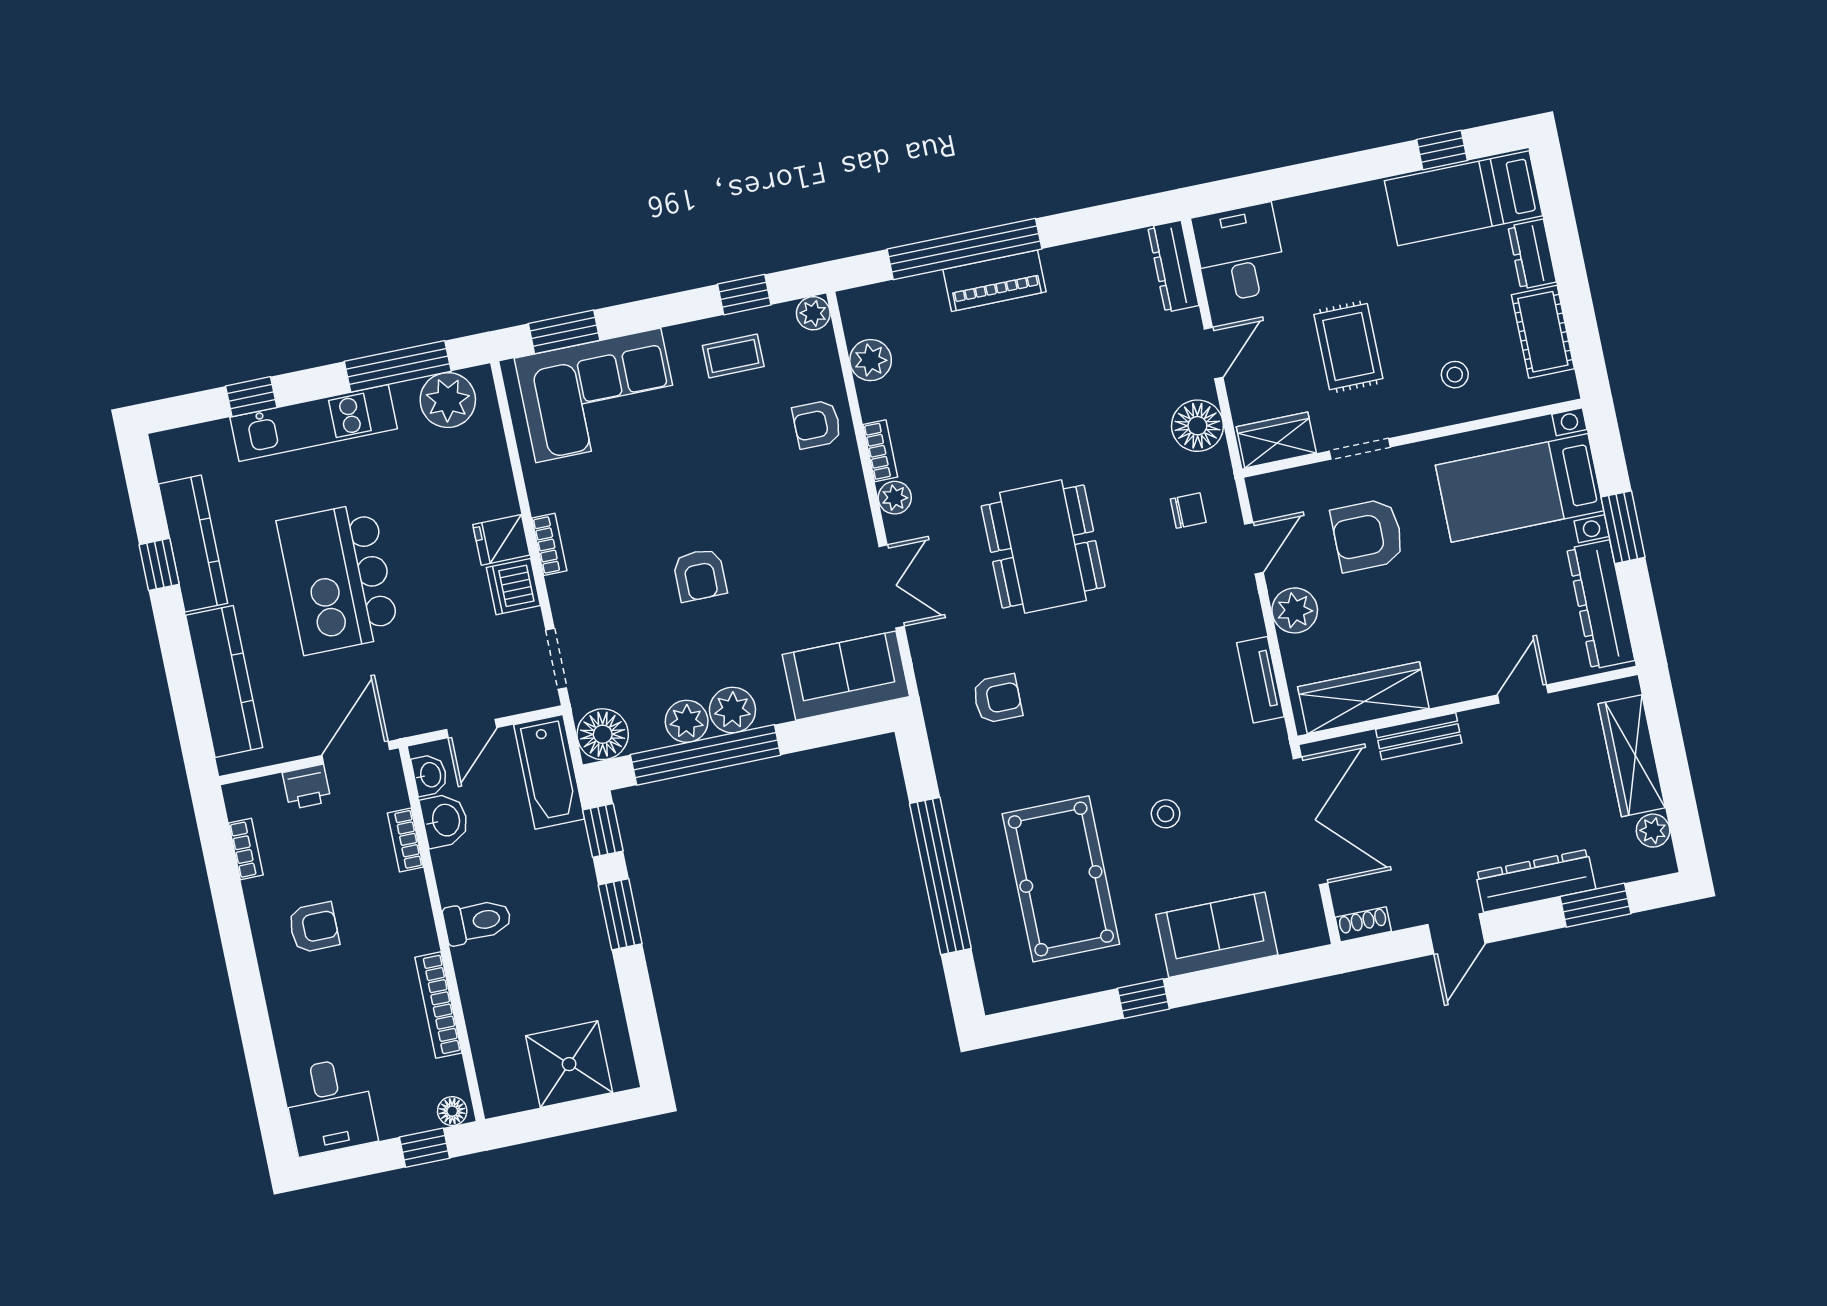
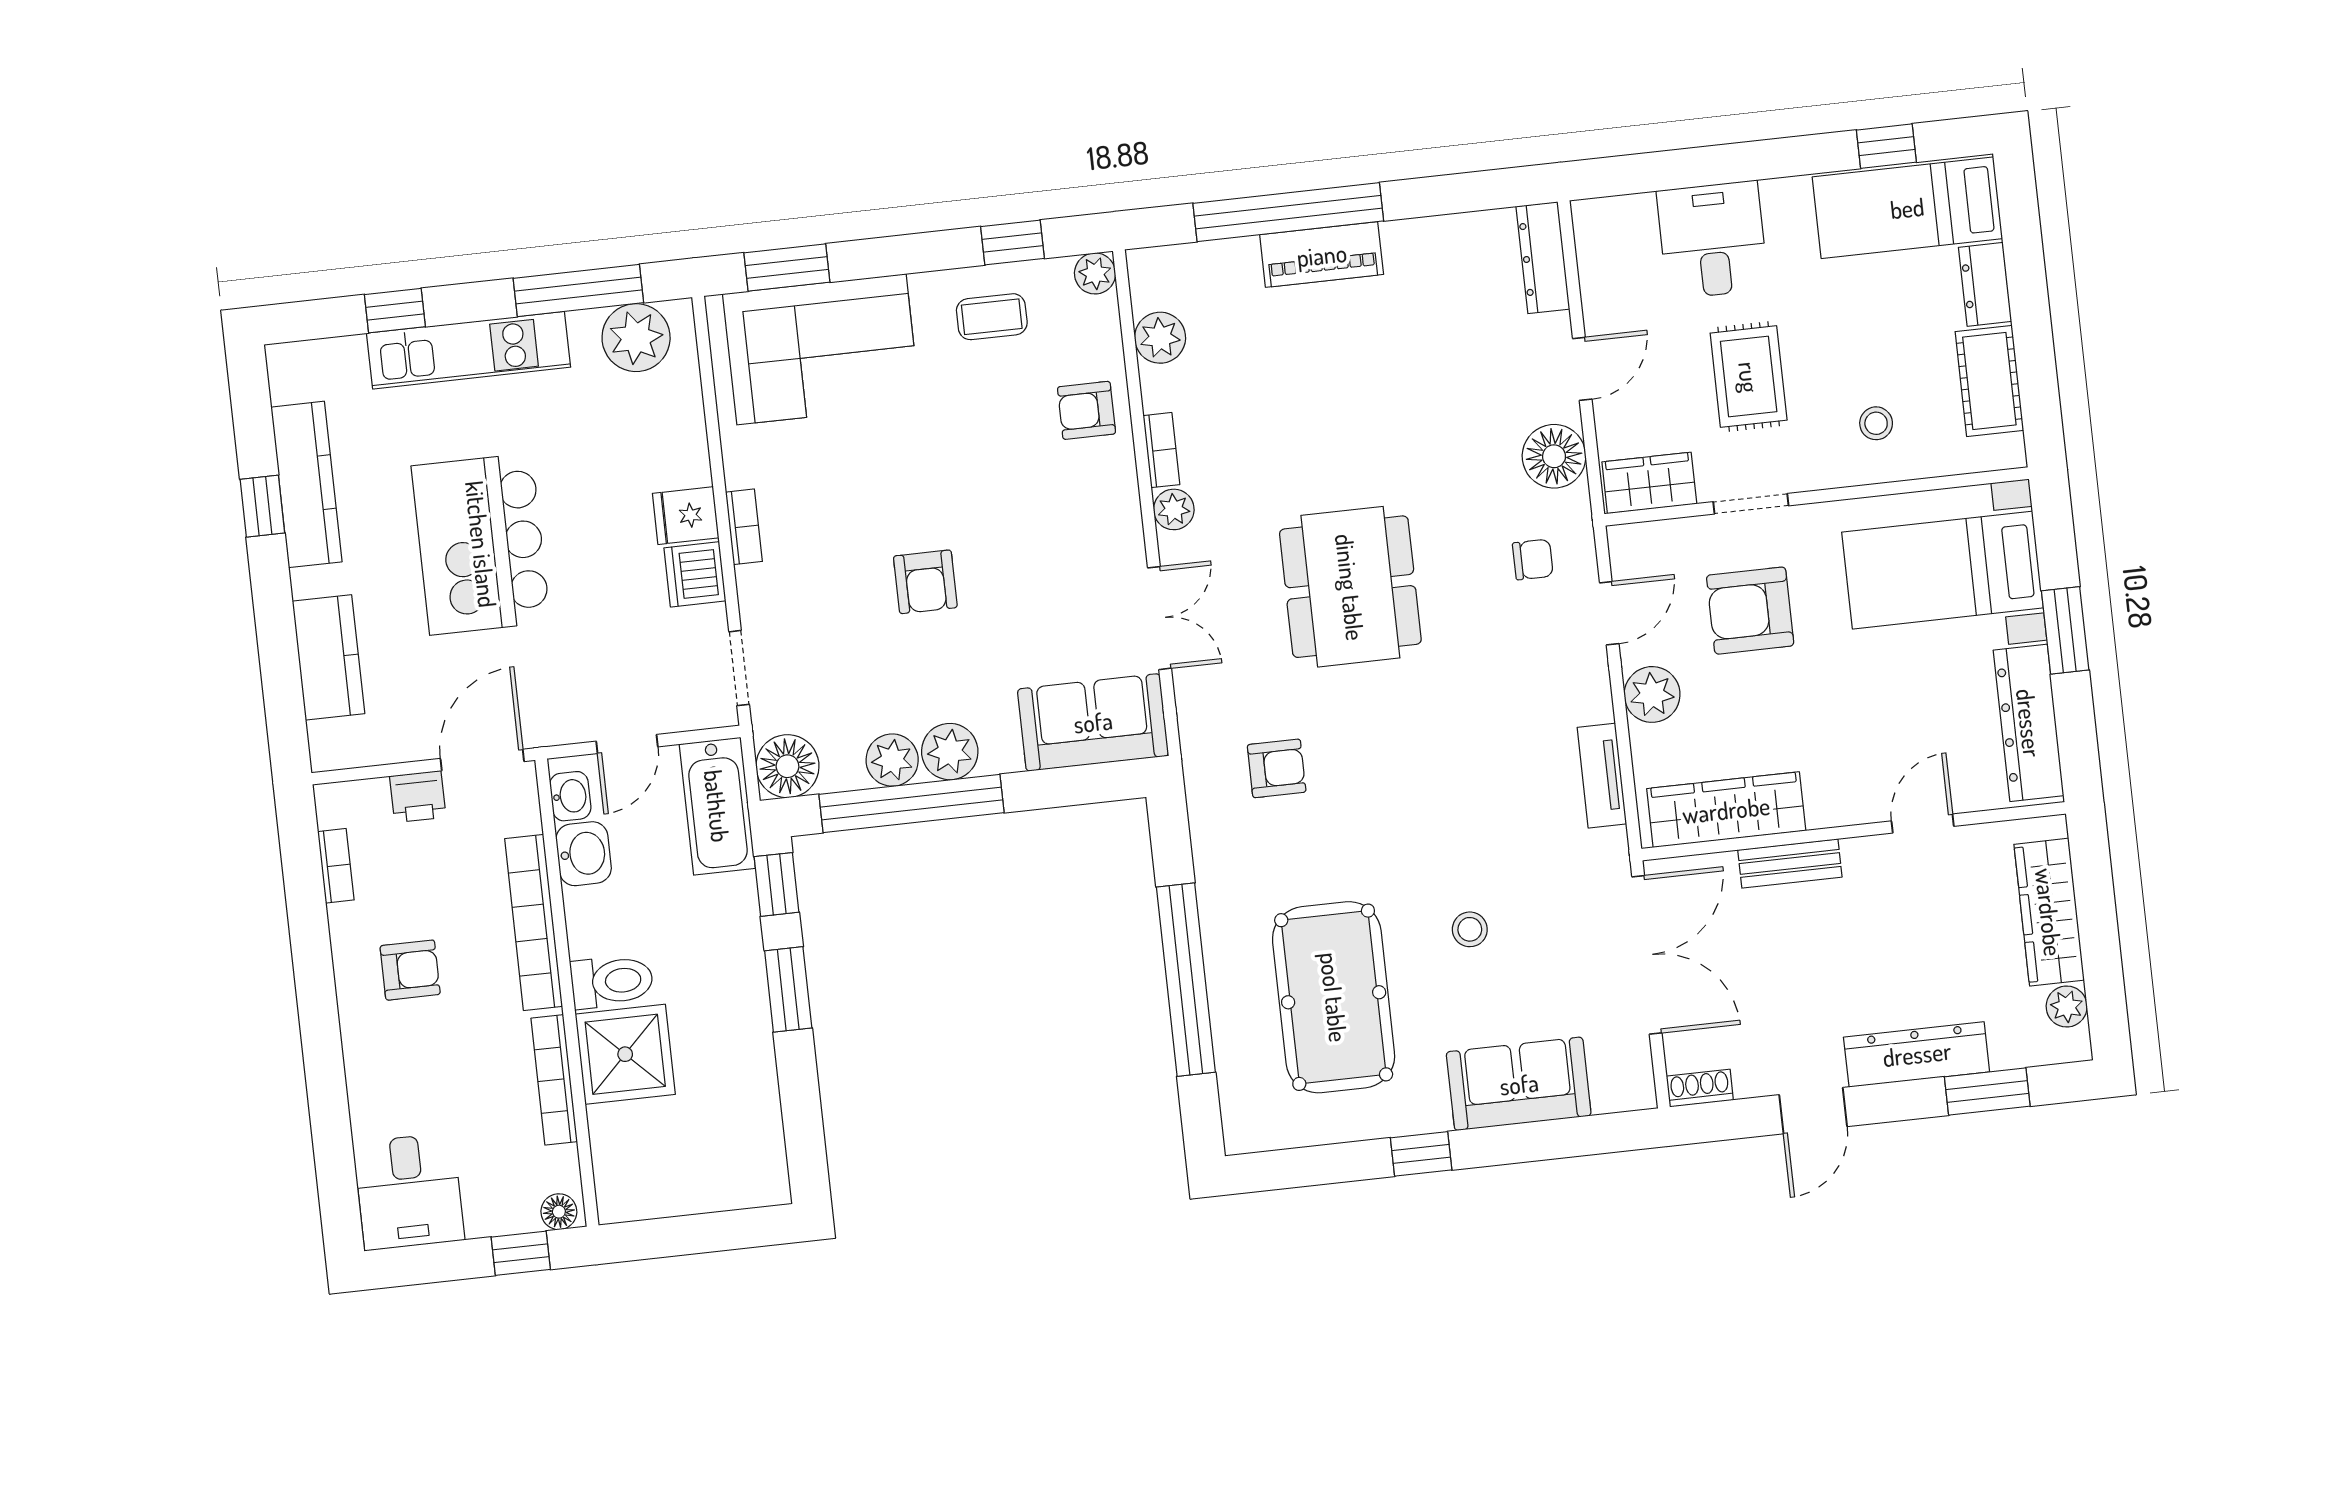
desk: (1240, 253) -> (1712, 240), moved
kitchen counter: (224, 681) -> (328, 657), width x0.67
bookcase: (405, 840) -> (533, 922), width x2.31, depth x1.31
shower: (569, 1064) -> (625, 1054), moved

